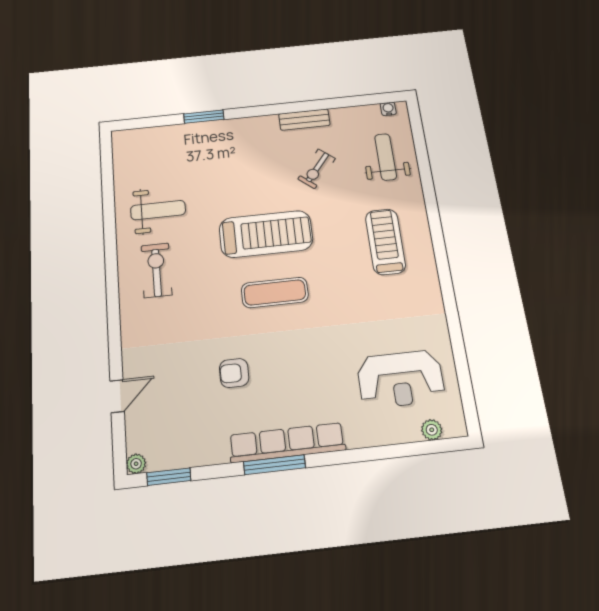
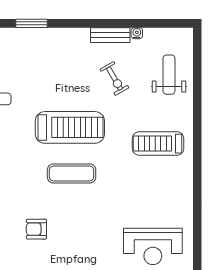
water cooler: (388, 109) -> (137, 33), moved
exercise bike: (317, 169) -> (114, 79), turned -69
treadmill: (385, 242) -> (158, 144), turned -90

